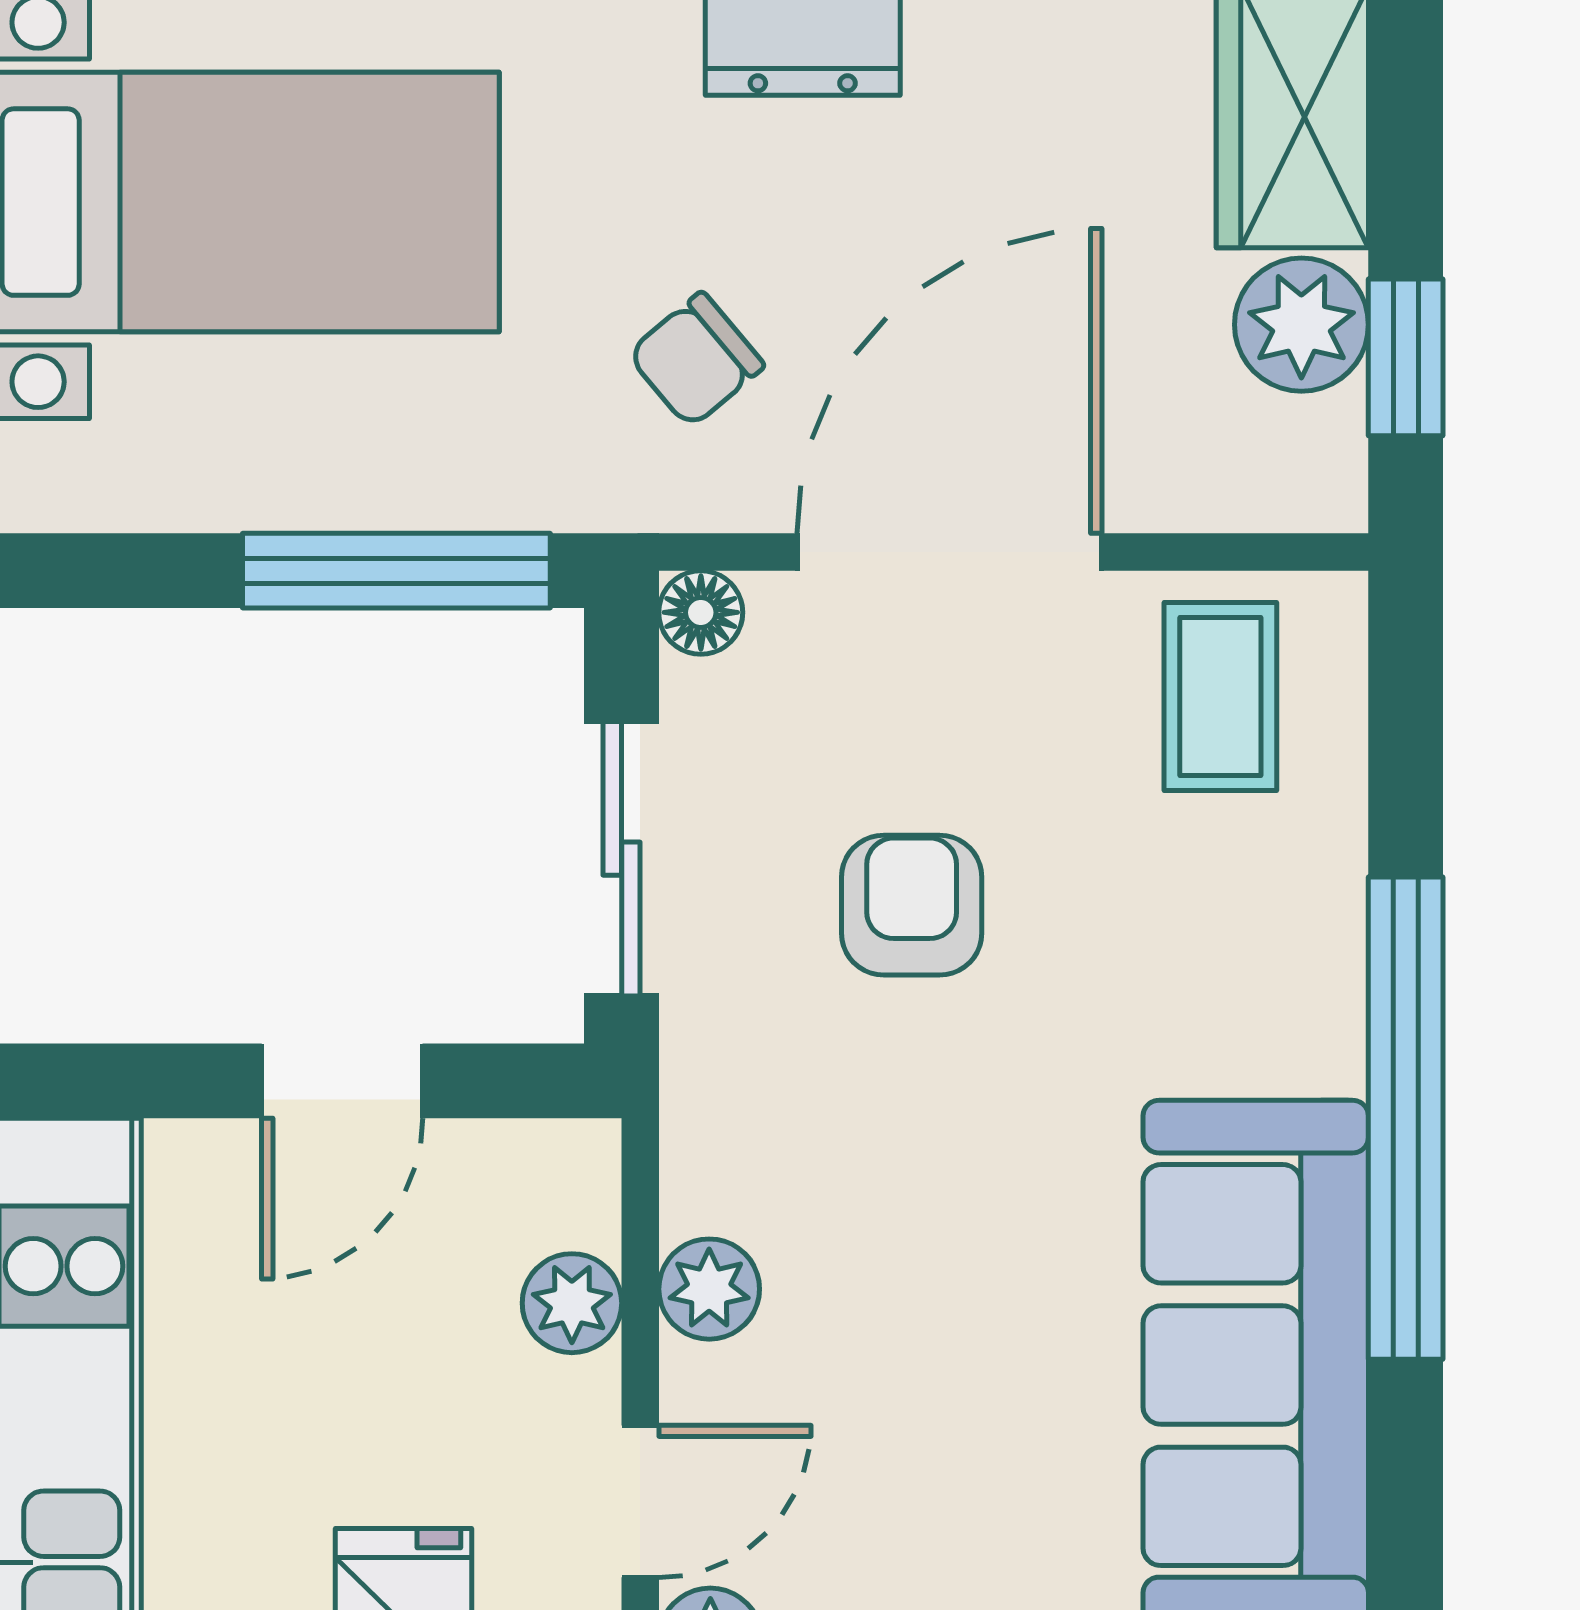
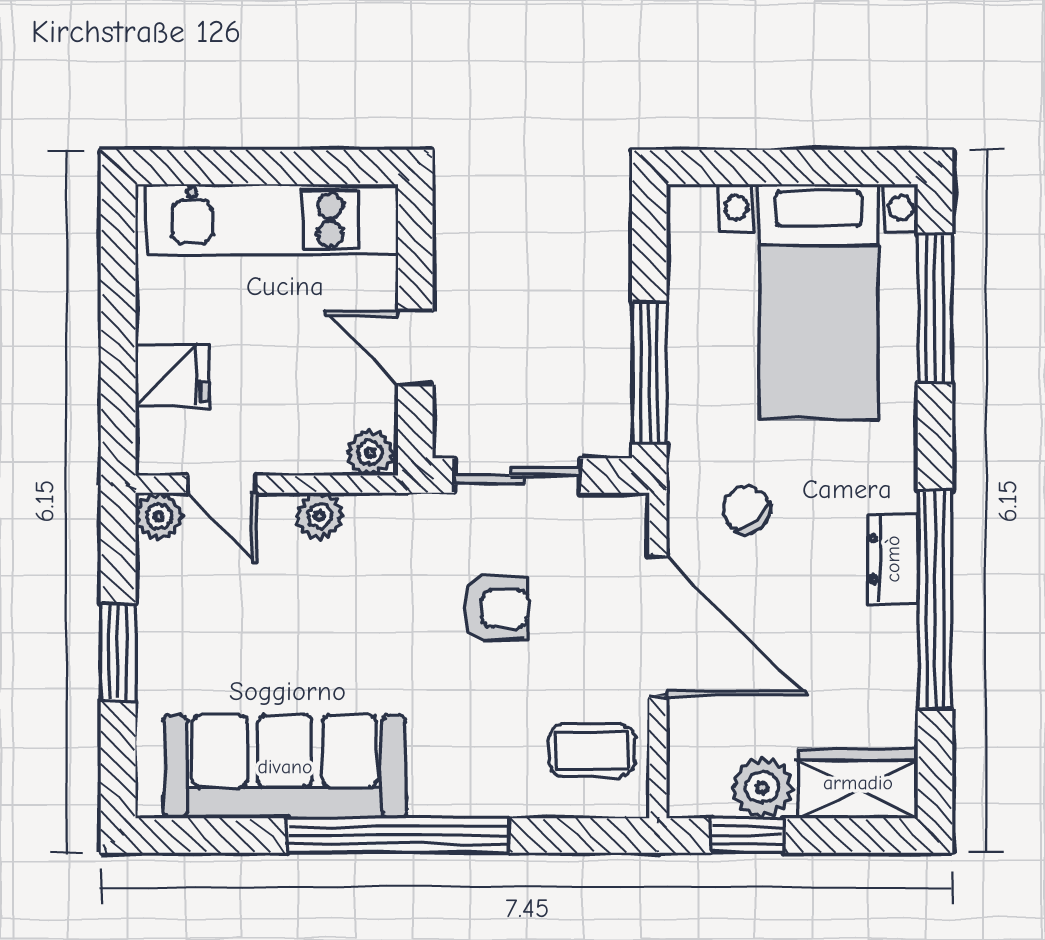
floor lamp: (701, 612) -> (630, 512), removed
plant: (572, 1303) -> (370, 453), moved

